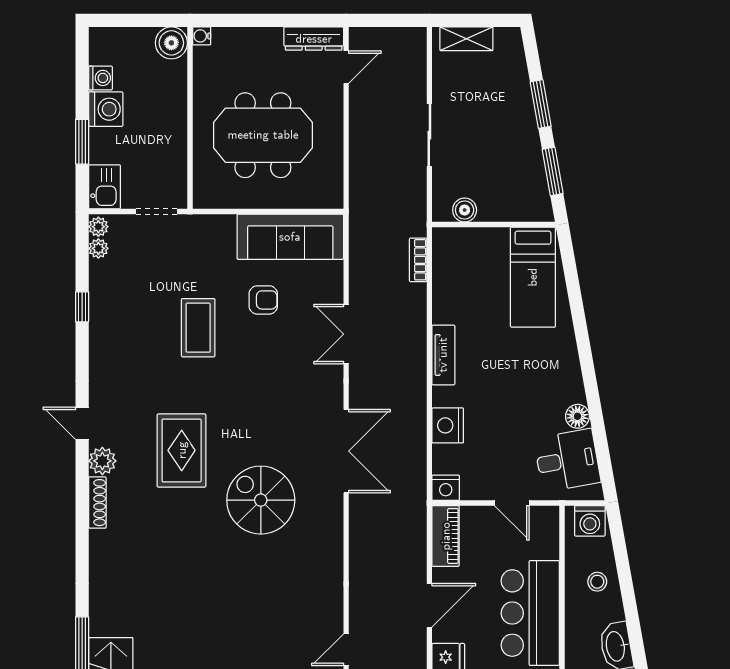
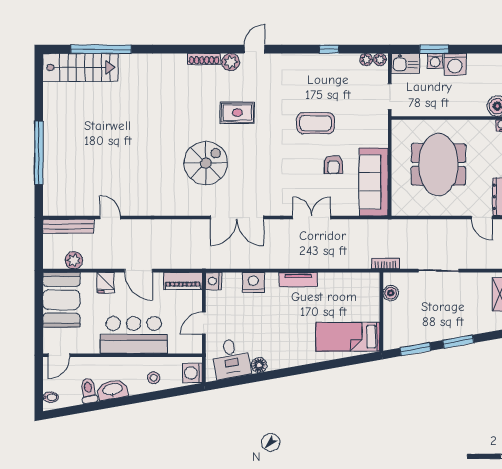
washing machine: (100, 78) -> (435, 61), moved
bookcase: (418, 260) -> (386, 263), moved
rug: (182, 450) -> (237, 113), width x0.73, depth x0.70

